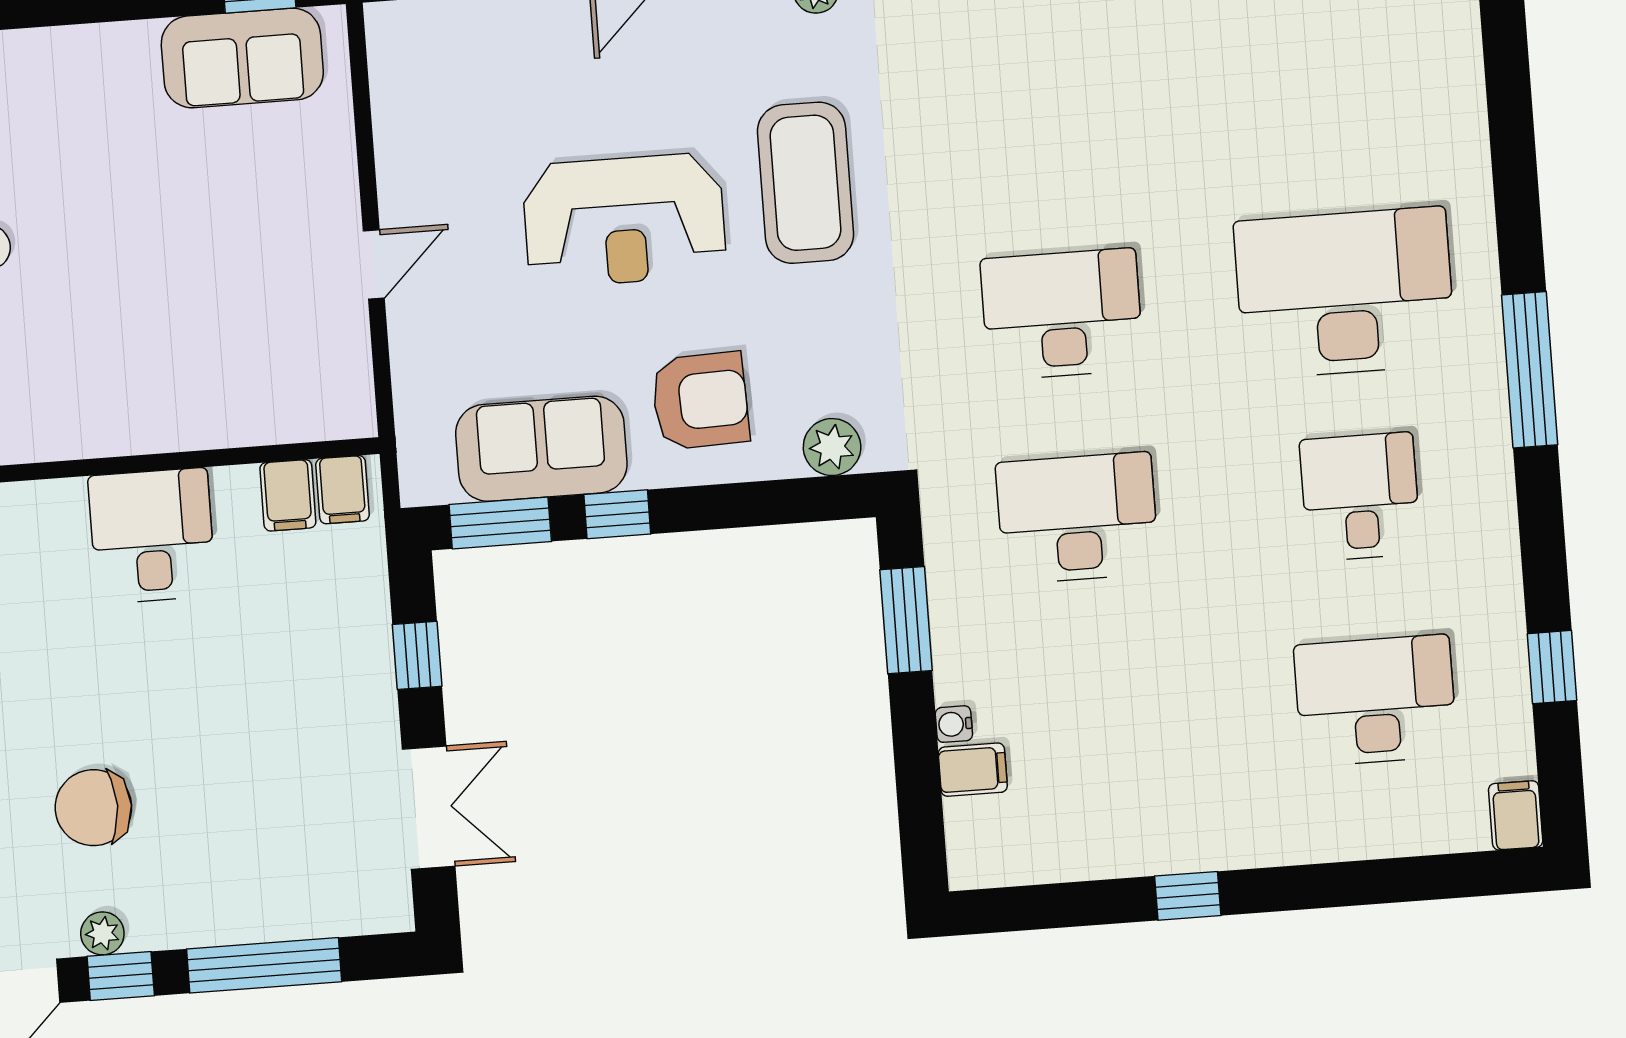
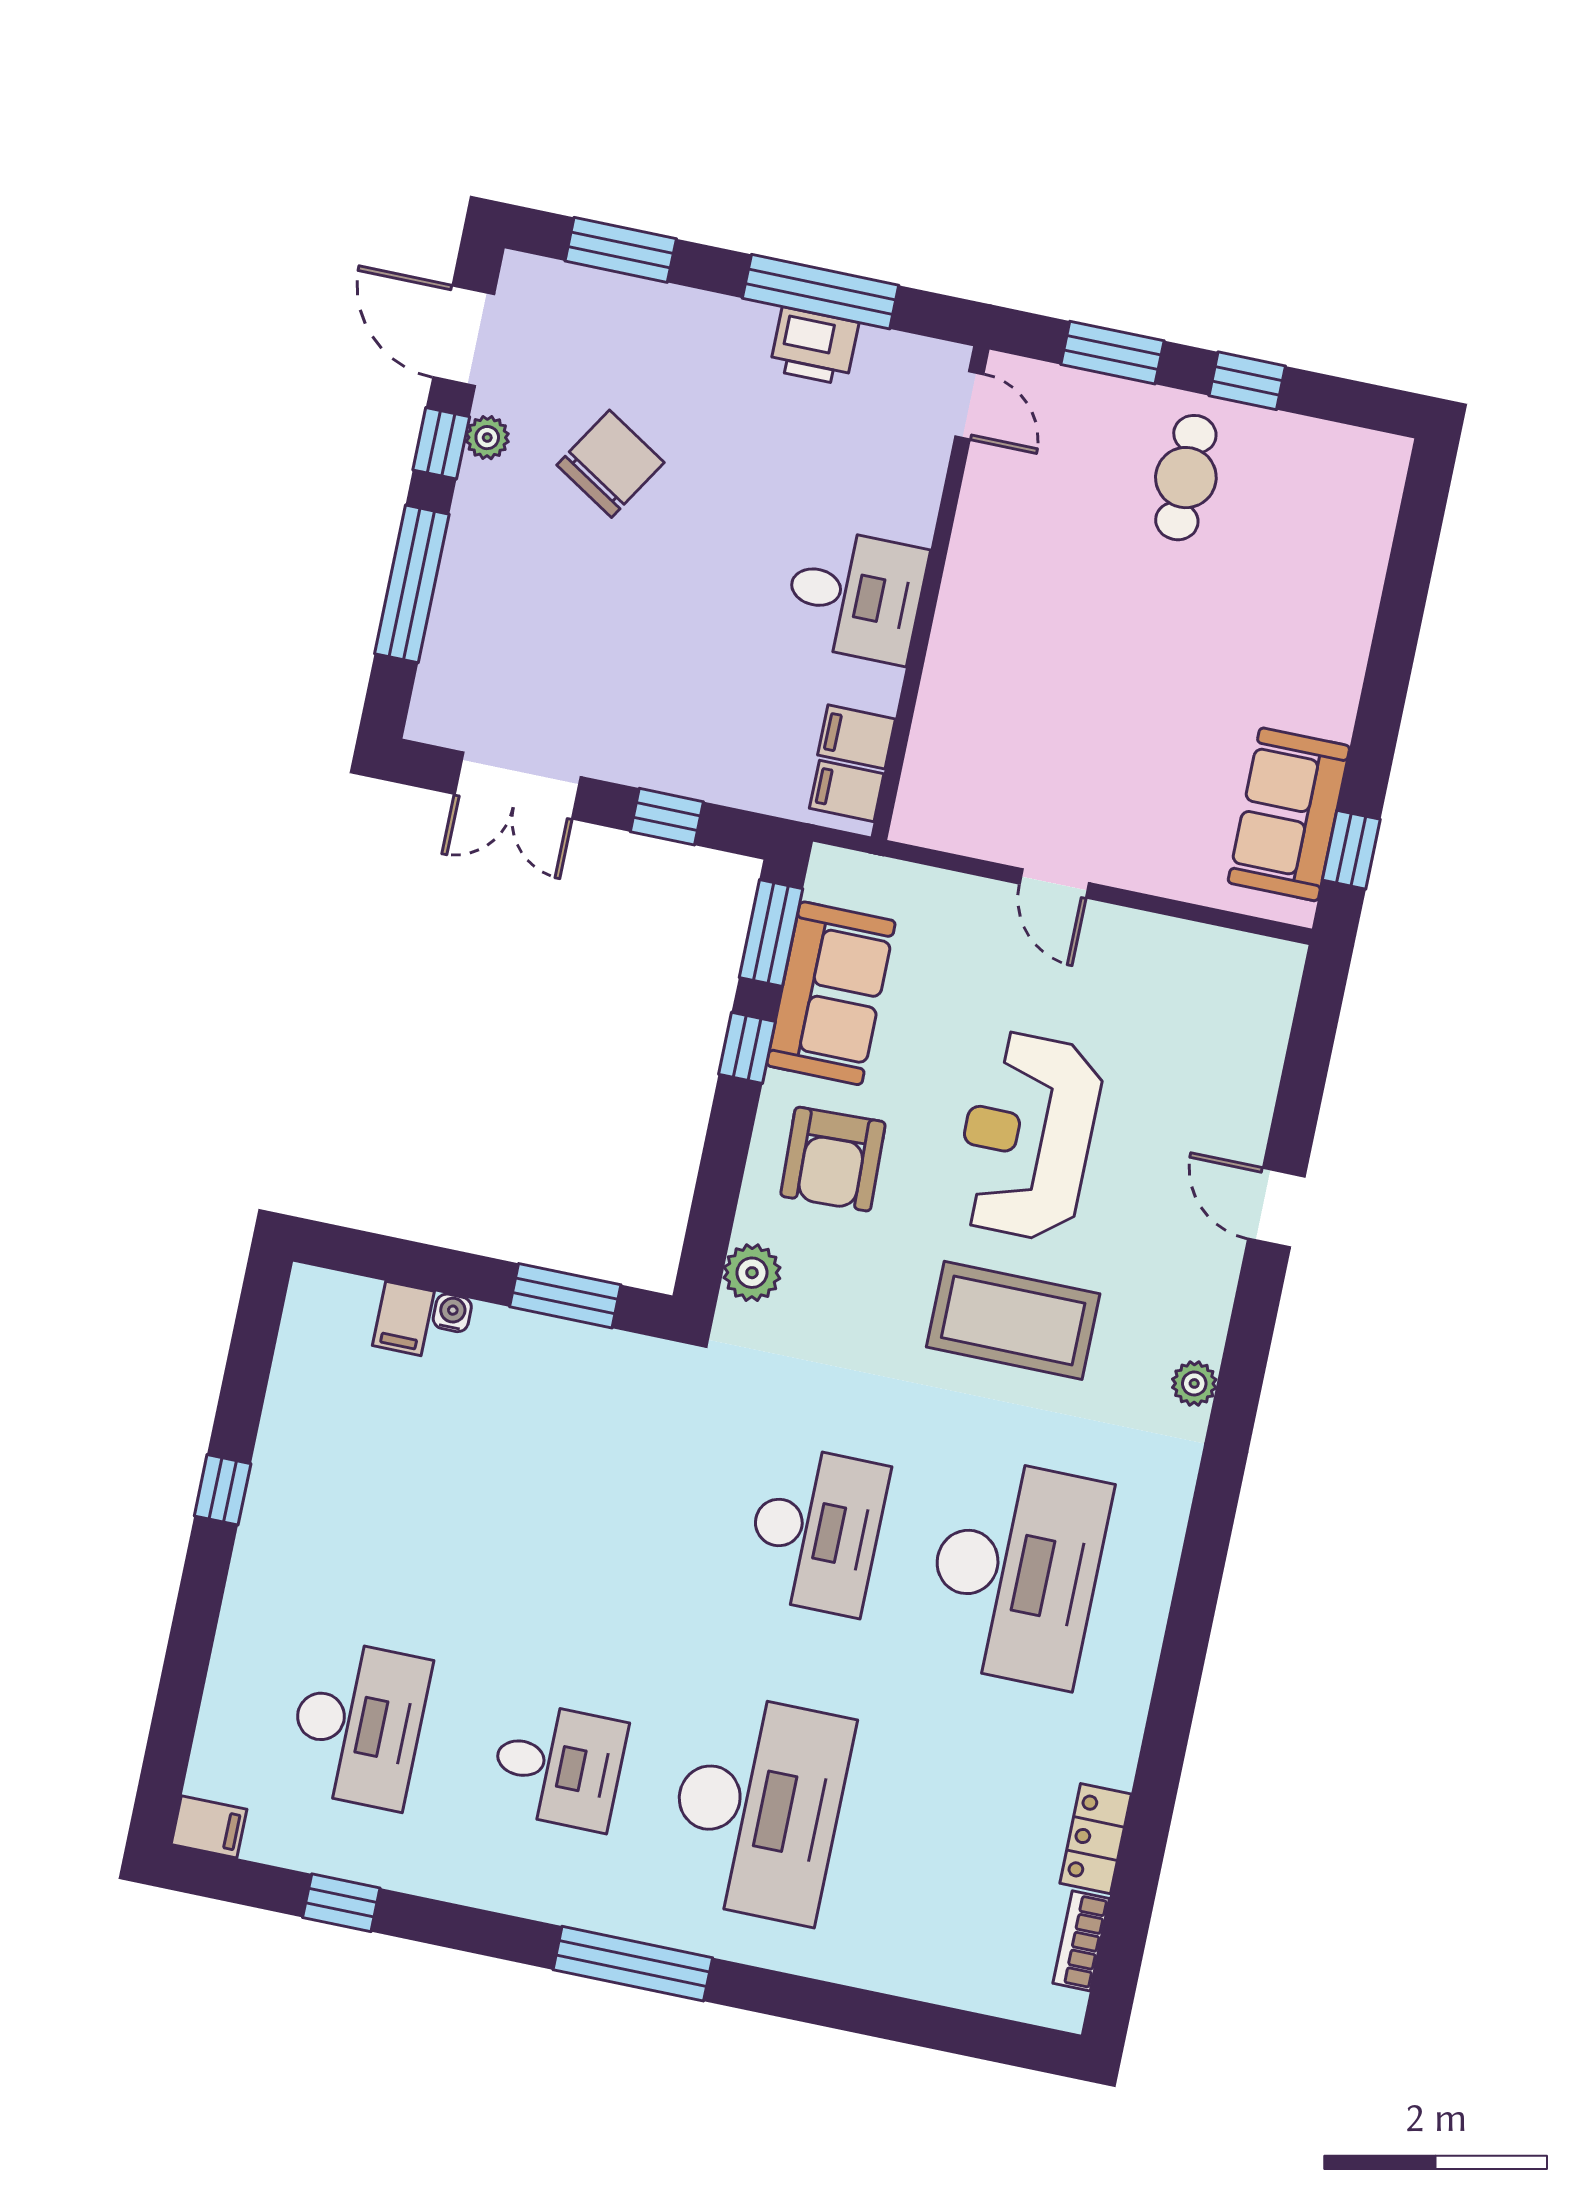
desk: (1077, 518) -> (1016, 1572), moved, width x1.36, depth x1.30
chair: (93, 808) -> (610, 464), turned 32

